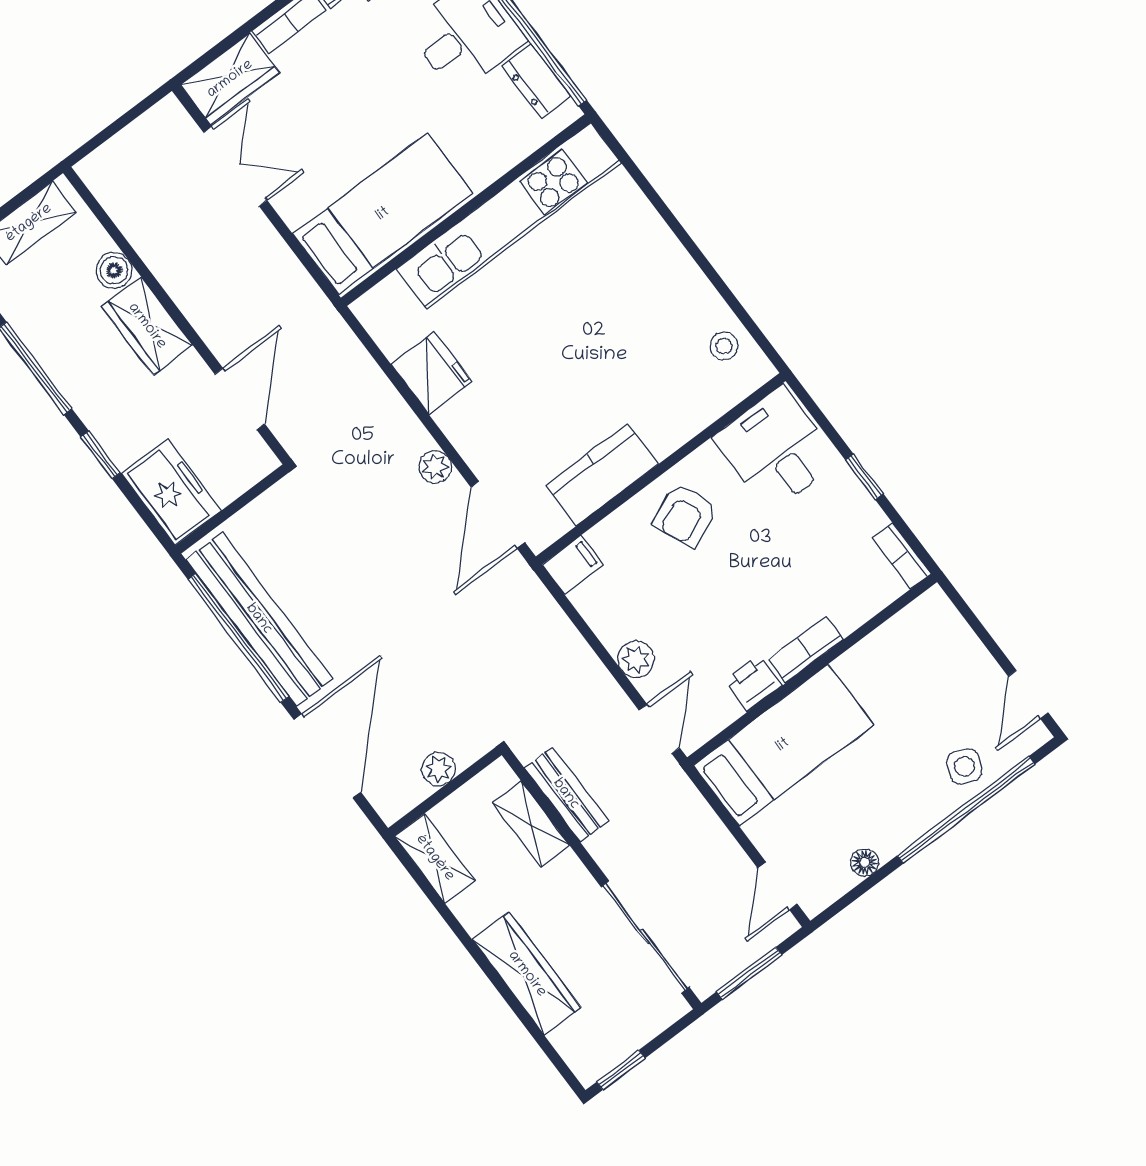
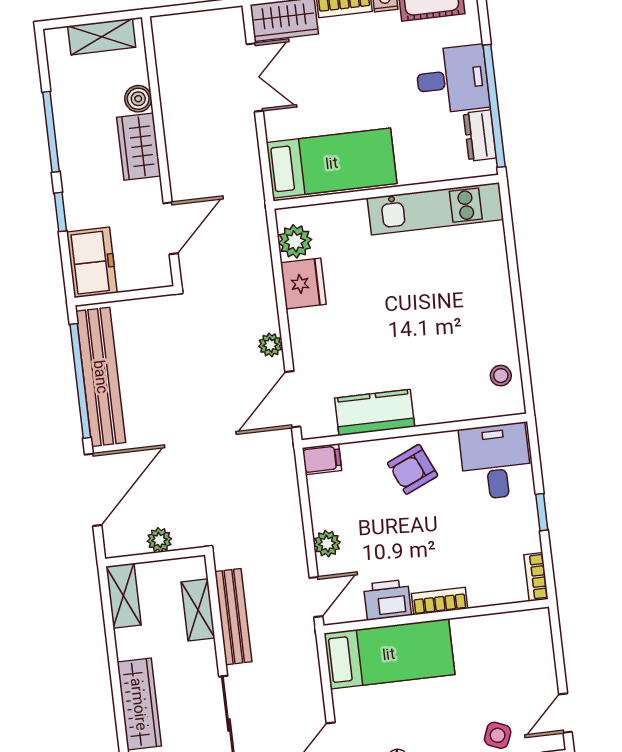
kitchen unit: (508, 216) -> (435, 209), width x0.73
plant: (393, 330) -> (295, 241), added
printer: (753, 683) -> (387, 600), width x1.36, depth x1.24
bench: (566, 794) -> (233, 617), width x1.36

